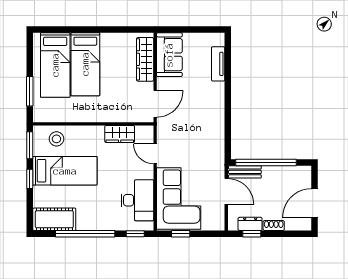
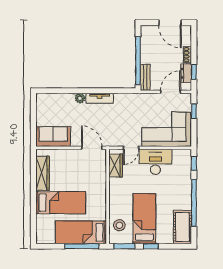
wardrobe: (145, 59) -> (43, 173), moved, turned -90
tv unit: (218, 64) -> (100, 98), moved
bed: (55, 65) -> (81, 232), moved, turned 180
plant: (218, 89) -> (80, 98), added
window: (30, 91) -> (82, 246), width x1.44
wardrobe: (120, 134) -> (115, 166), moved
door: (226, 191) -> (171, 92), moved
desk: (137, 200) -> (155, 162), moved
window: (181, 234) -> (194, 111), moved

